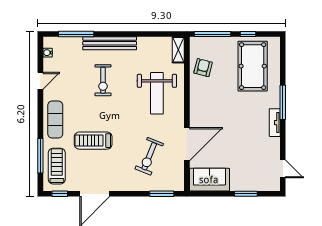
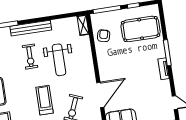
pool table: (253, 66) -> (141, 29), turned 90
weight bench: (157, 93) -> (59, 60), moved
treadmill: (93, 141) -> (45, 100), moved, turned 90

